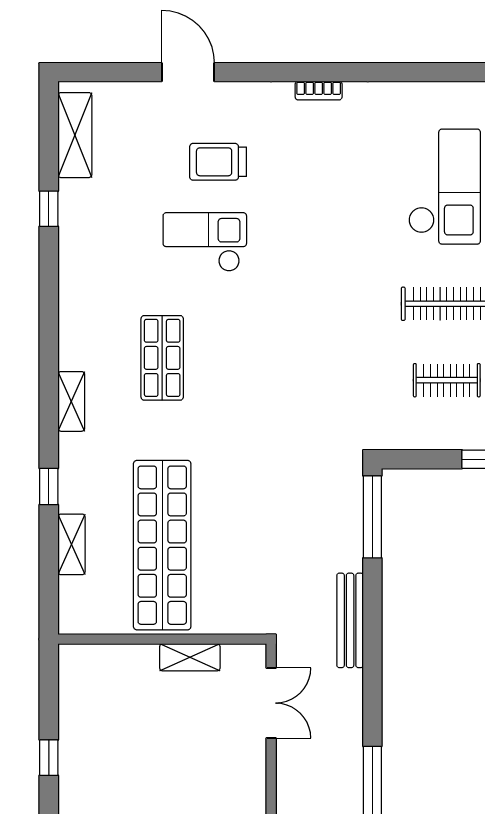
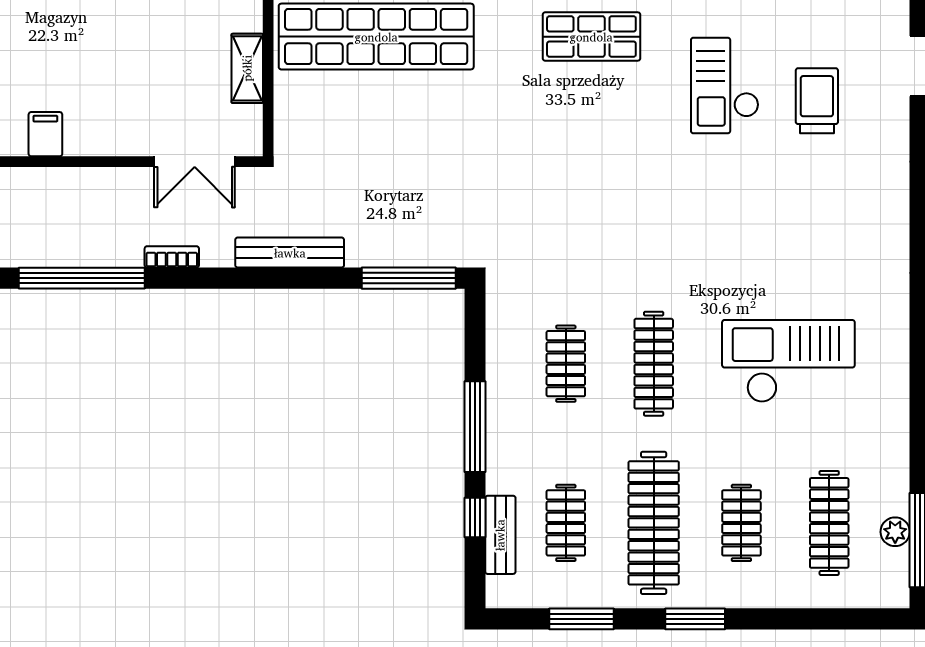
bookcase: (319, 91) -> (172, 257), moved, turned 90
checkout: (444, 187) -> (788, 361), turned 180
checkout: (205, 242) -> (725, 86), turned 180

